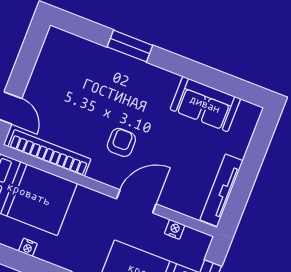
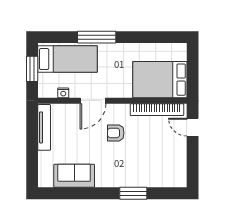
armchair: (121, 142) -> (116, 133), turned 90
nightstand: (28, 247) -> (148, 47), removed

